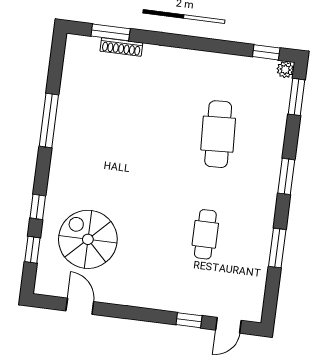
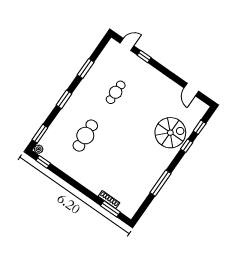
spiral stairs: (88, 239) -> (170, 133), moved, turned -90

